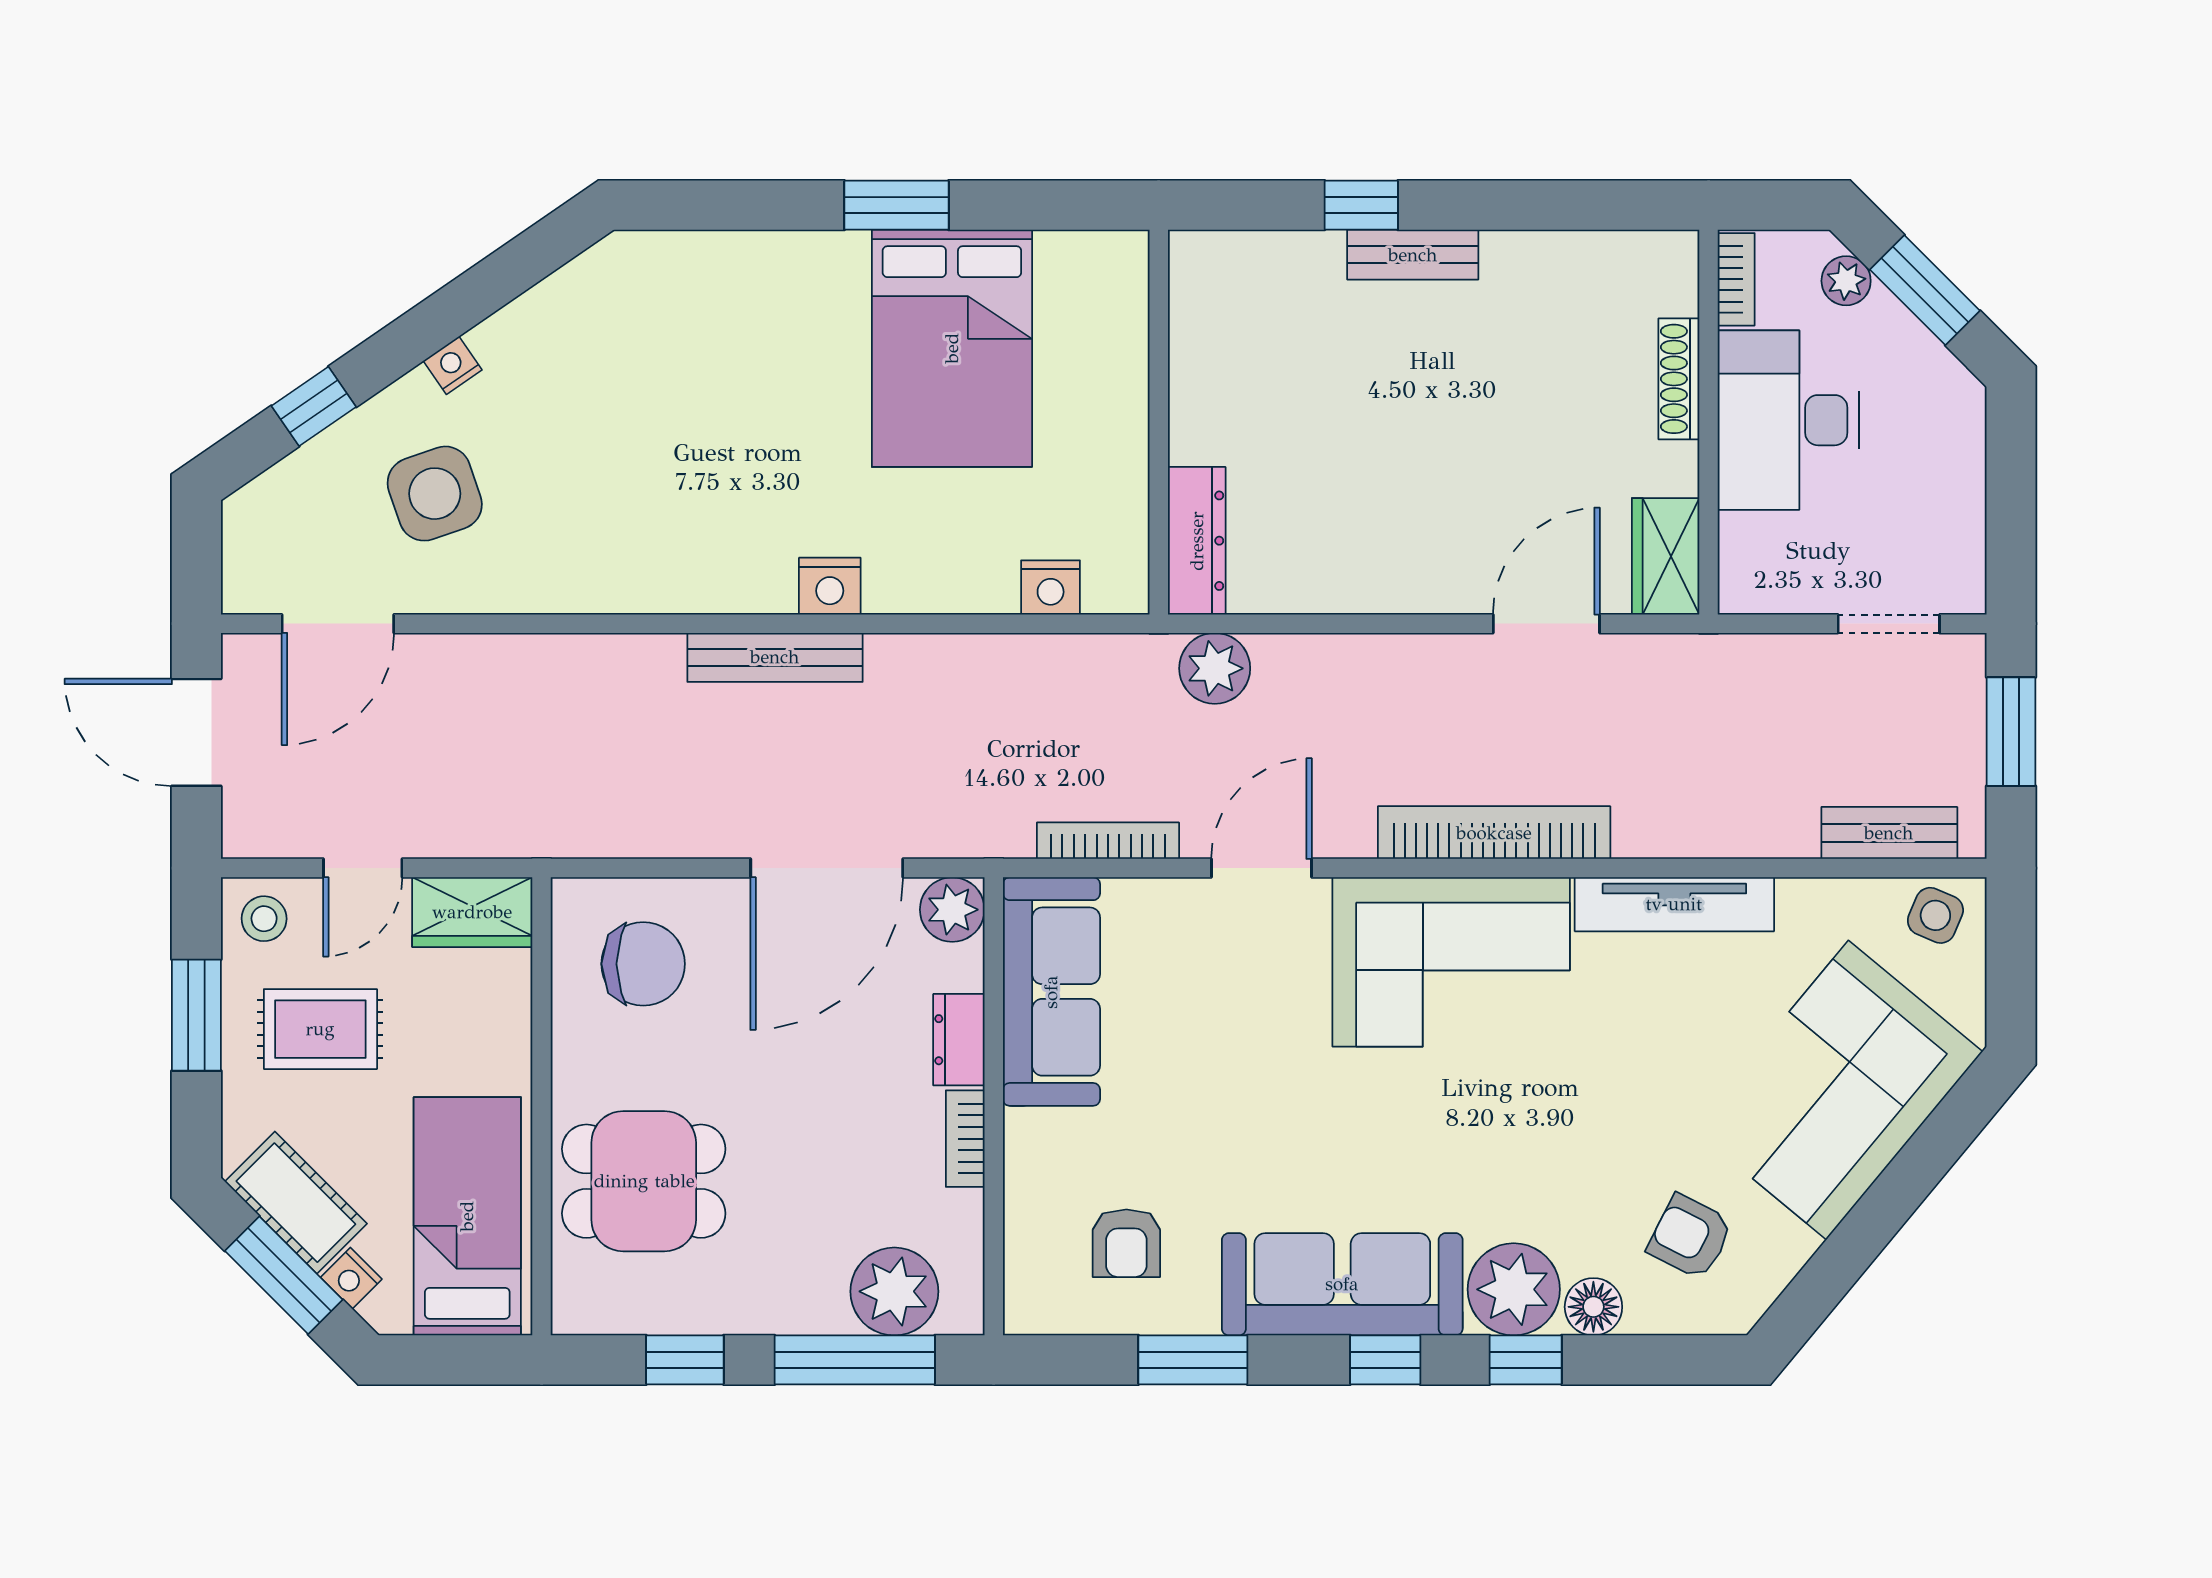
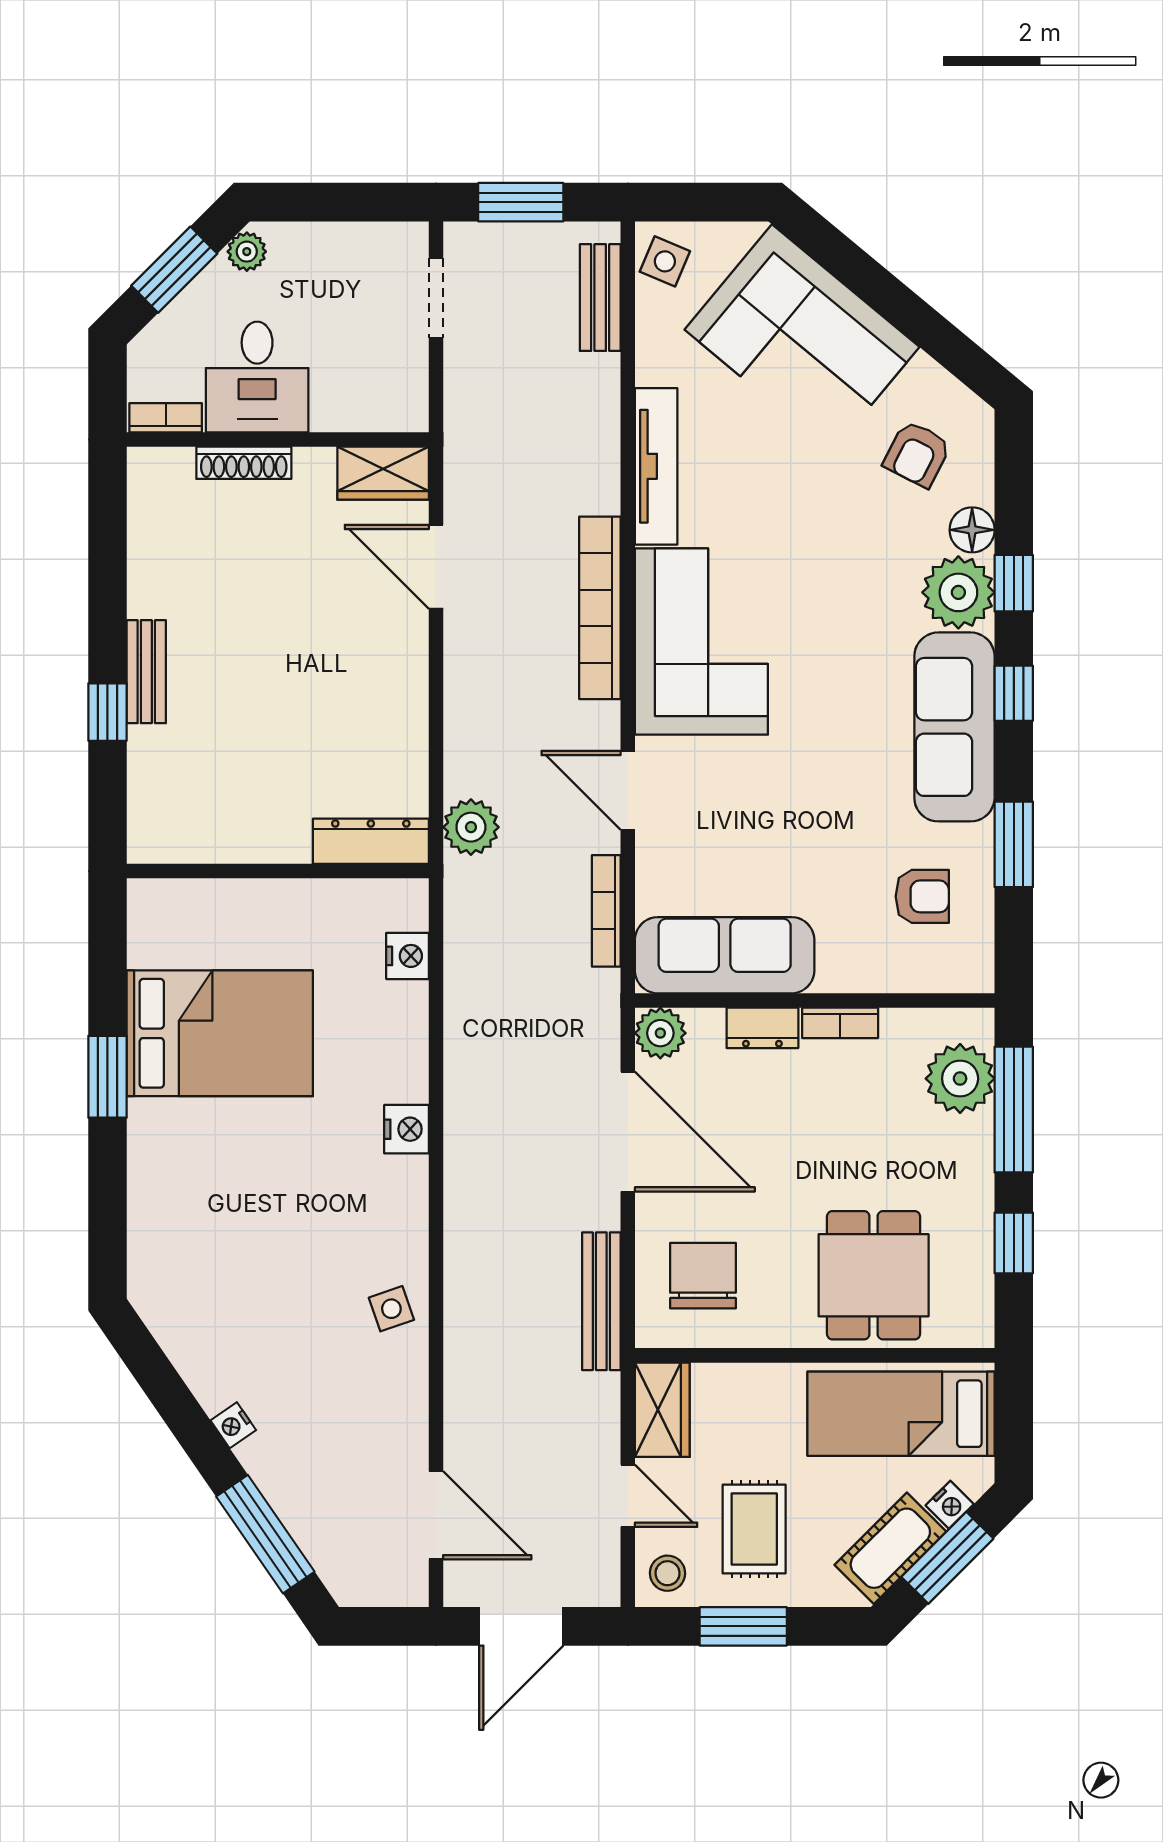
plant: (1846, 281) -> (247, 252), moved
window: (314, 406) -> (265, 1534), width x2.17
desk: (1788, 420) -> (257, 377), width x0.73
side table: (435, 494) -> (391, 1309), moved, width x0.54, depth x0.54
bench: (775, 657) -> (601, 1301), moved

